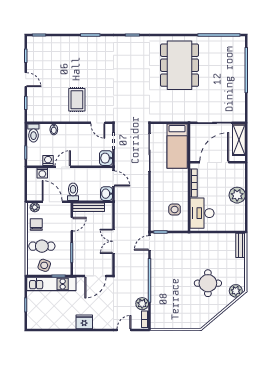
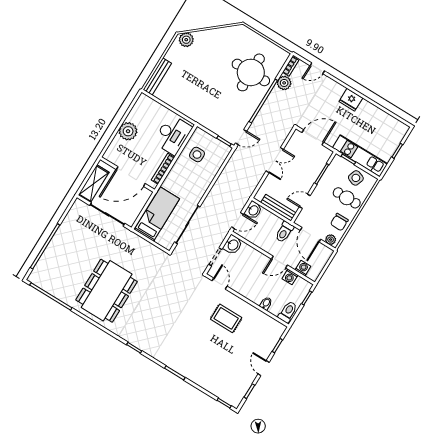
rug: (77, 100) -> (226, 318), turned 90
door: (113, 178) -> (238, 221), swing flipped
bench: (241, 245) -> (157, 76), width x1.36
round table: (208, 283) -> (251, 72), moved, width x1.36, depth x1.36

